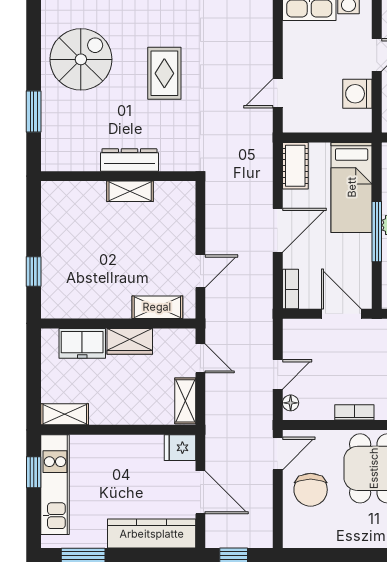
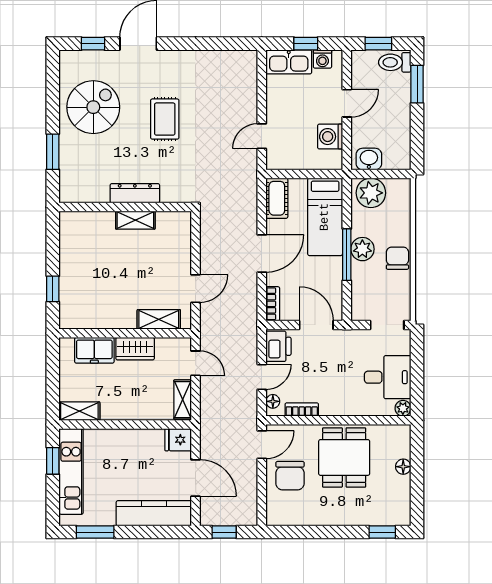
printer: (297, 339) -> (278, 346), added
bookcase: (354, 412) -> (302, 409), moved

